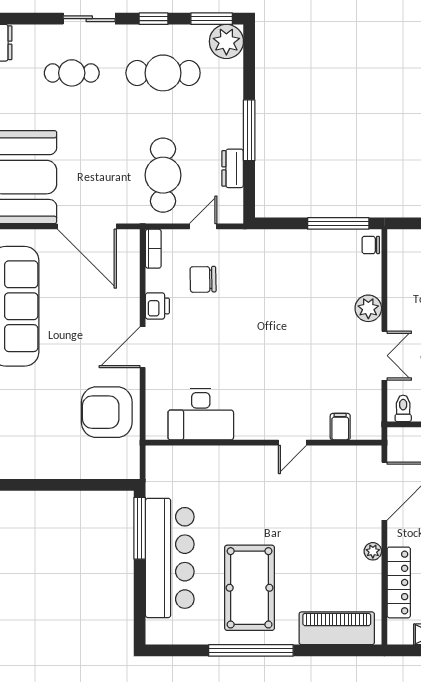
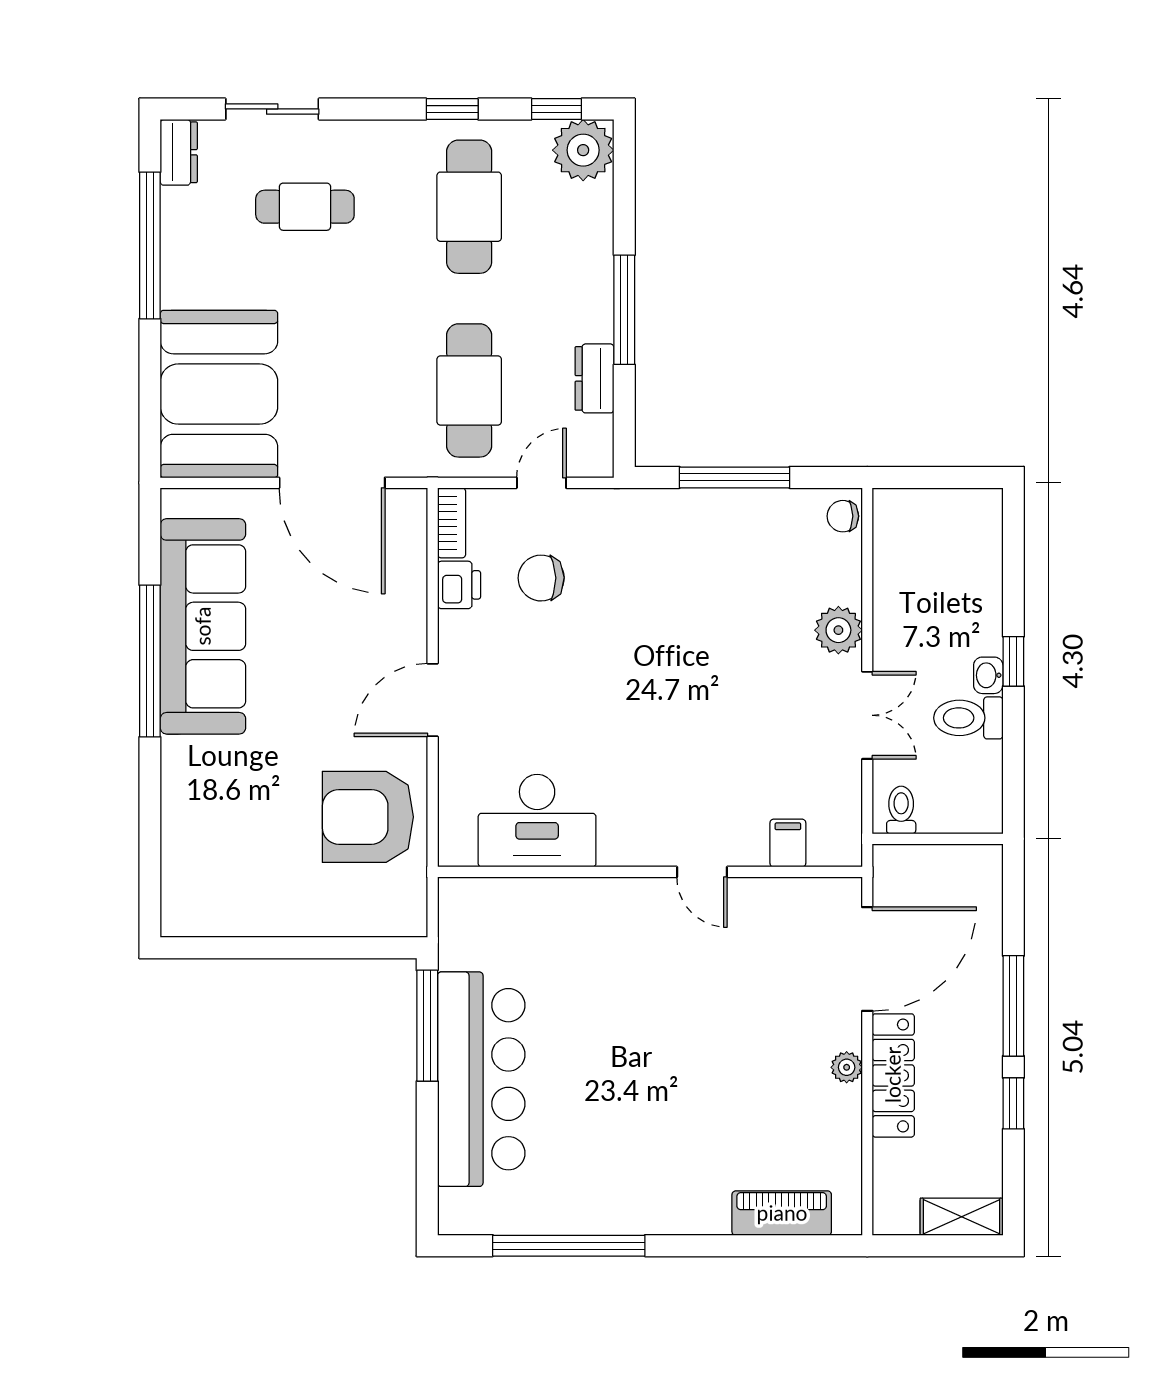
sliding door: (89, 19) -> (272, 109), moved
window: (212, 19) -> (557, 109), width x0.67
cafe table: (163, 73) -> (469, 207), turned 90
window: (338, 223) -> (734, 477), moved
printer: (157, 306) -> (459, 585), moved
door: (292, 443) -> (702, 872), hinge flipped
locker: (399, 582) -> (893, 1075), moved
pool table: (250, 588) -> (625, 1133), removed
piano: (337, 628) -> (782, 1213), width x0.73, depth x0.75
window: (251, 650) -> (569, 1246), moved

